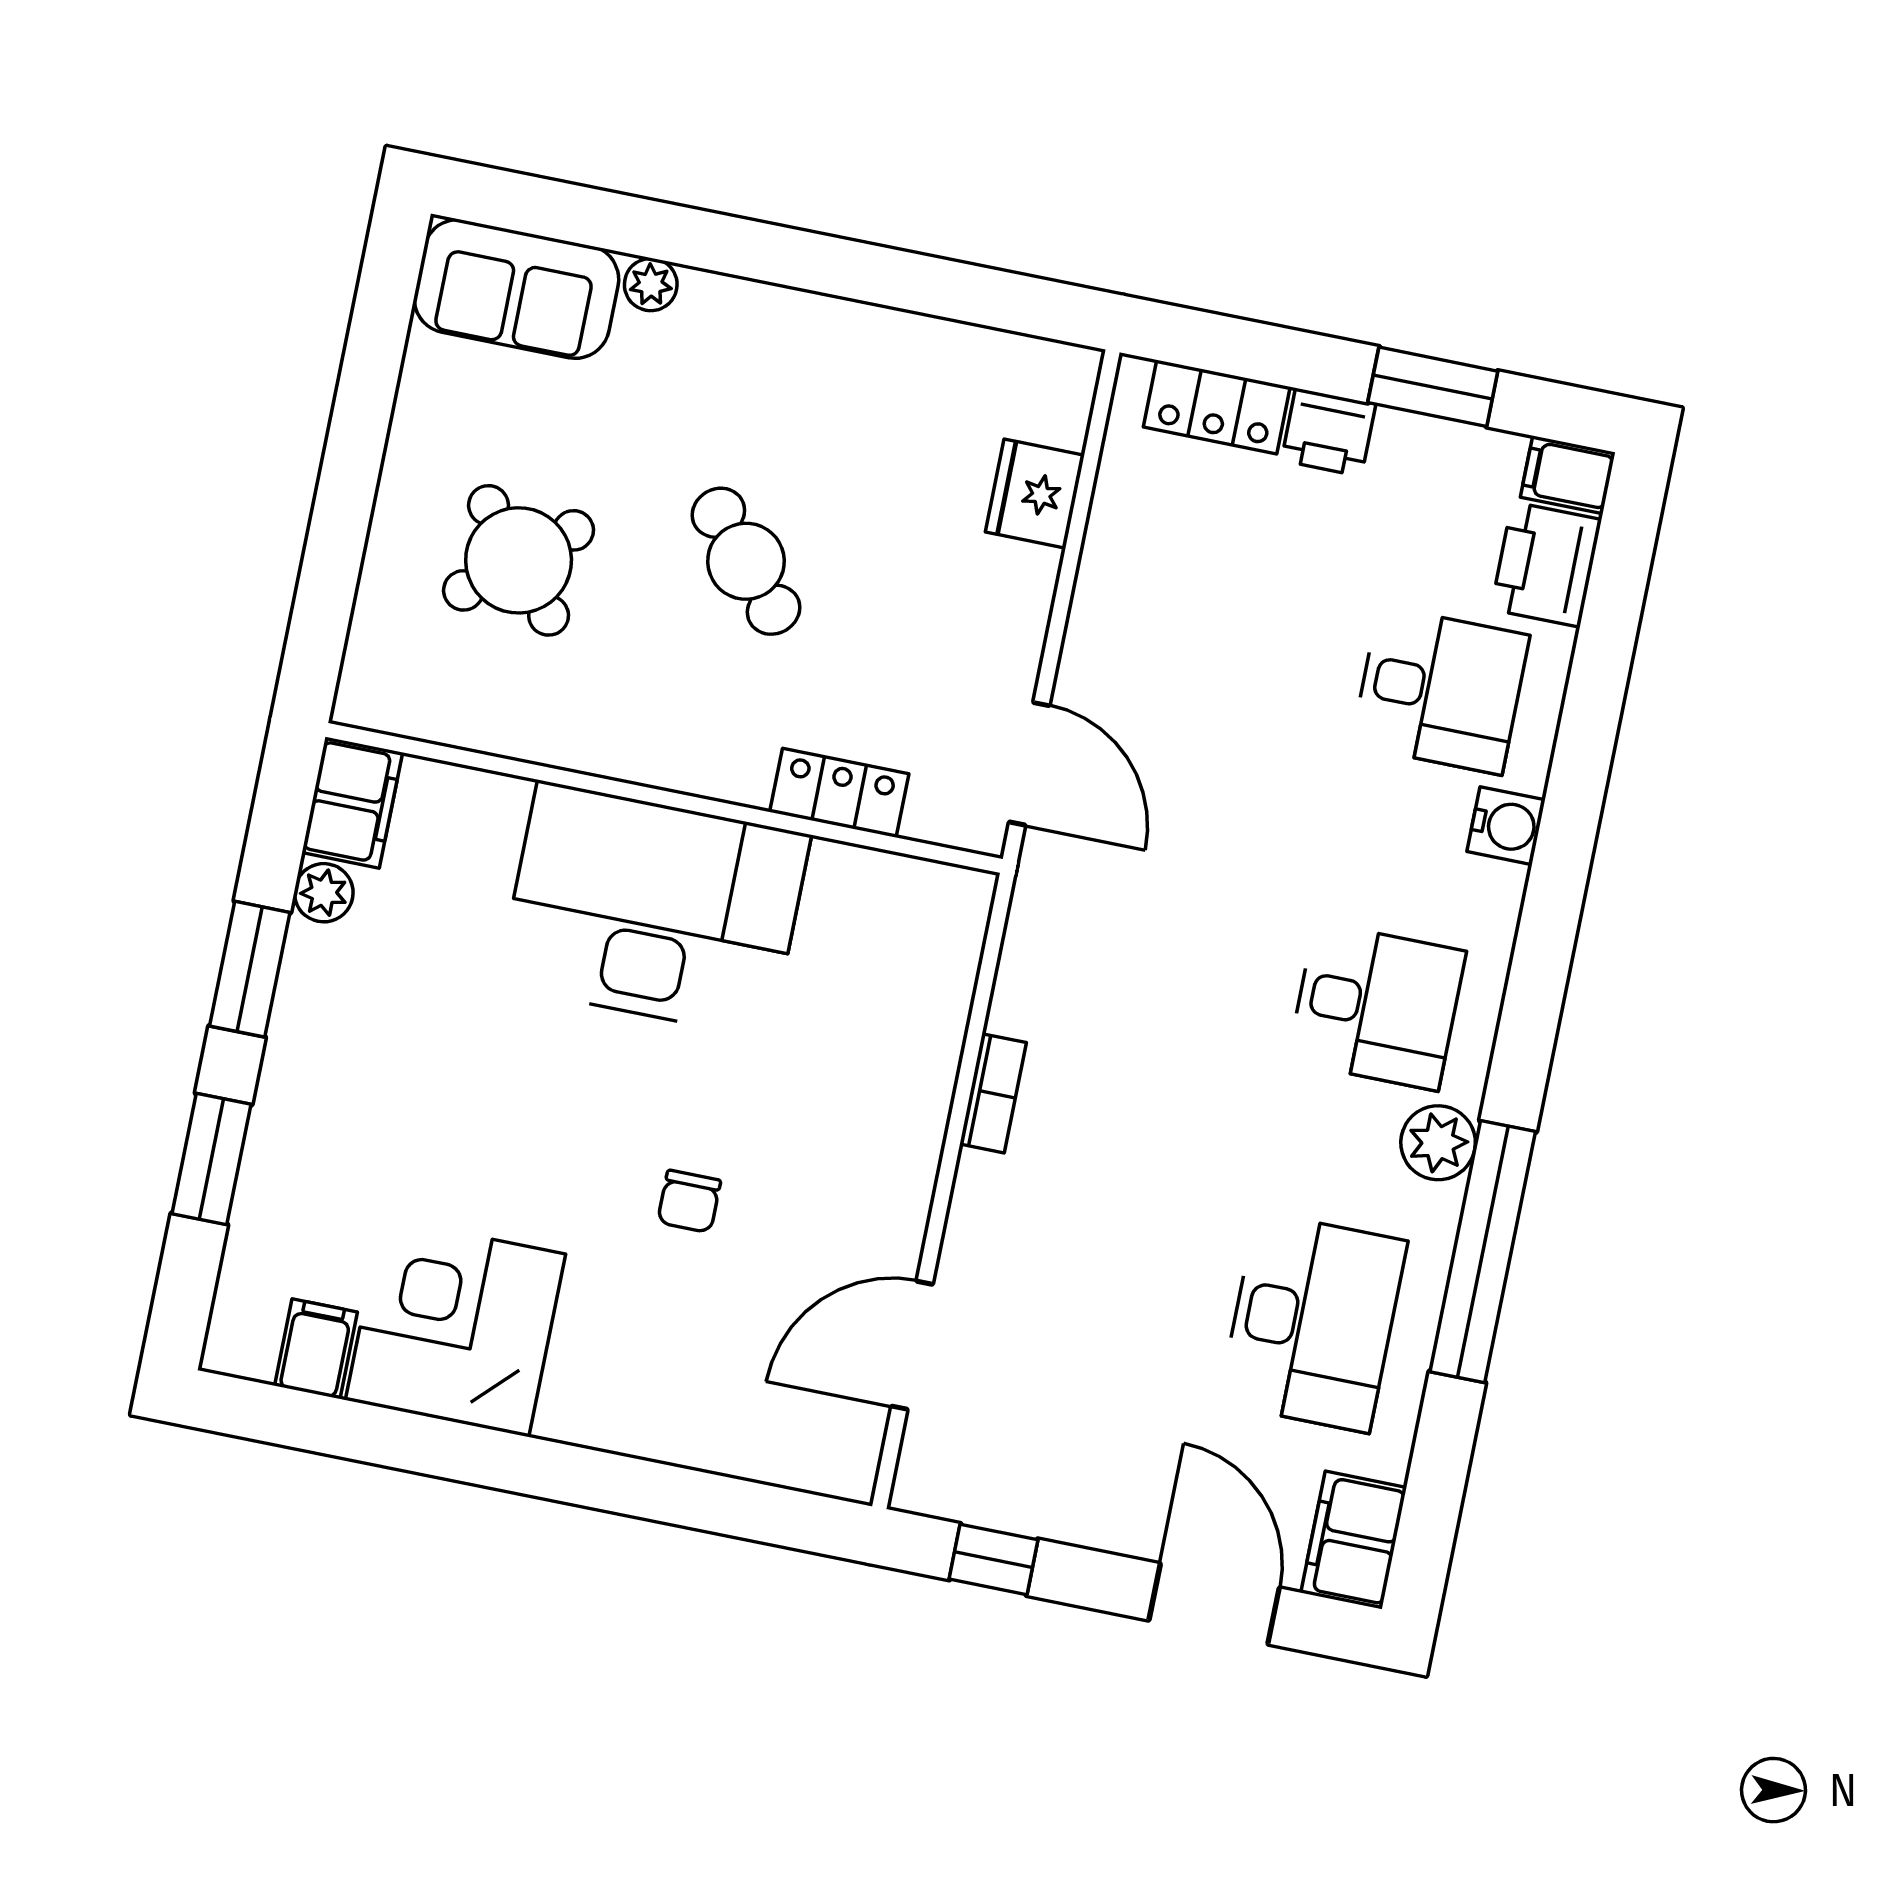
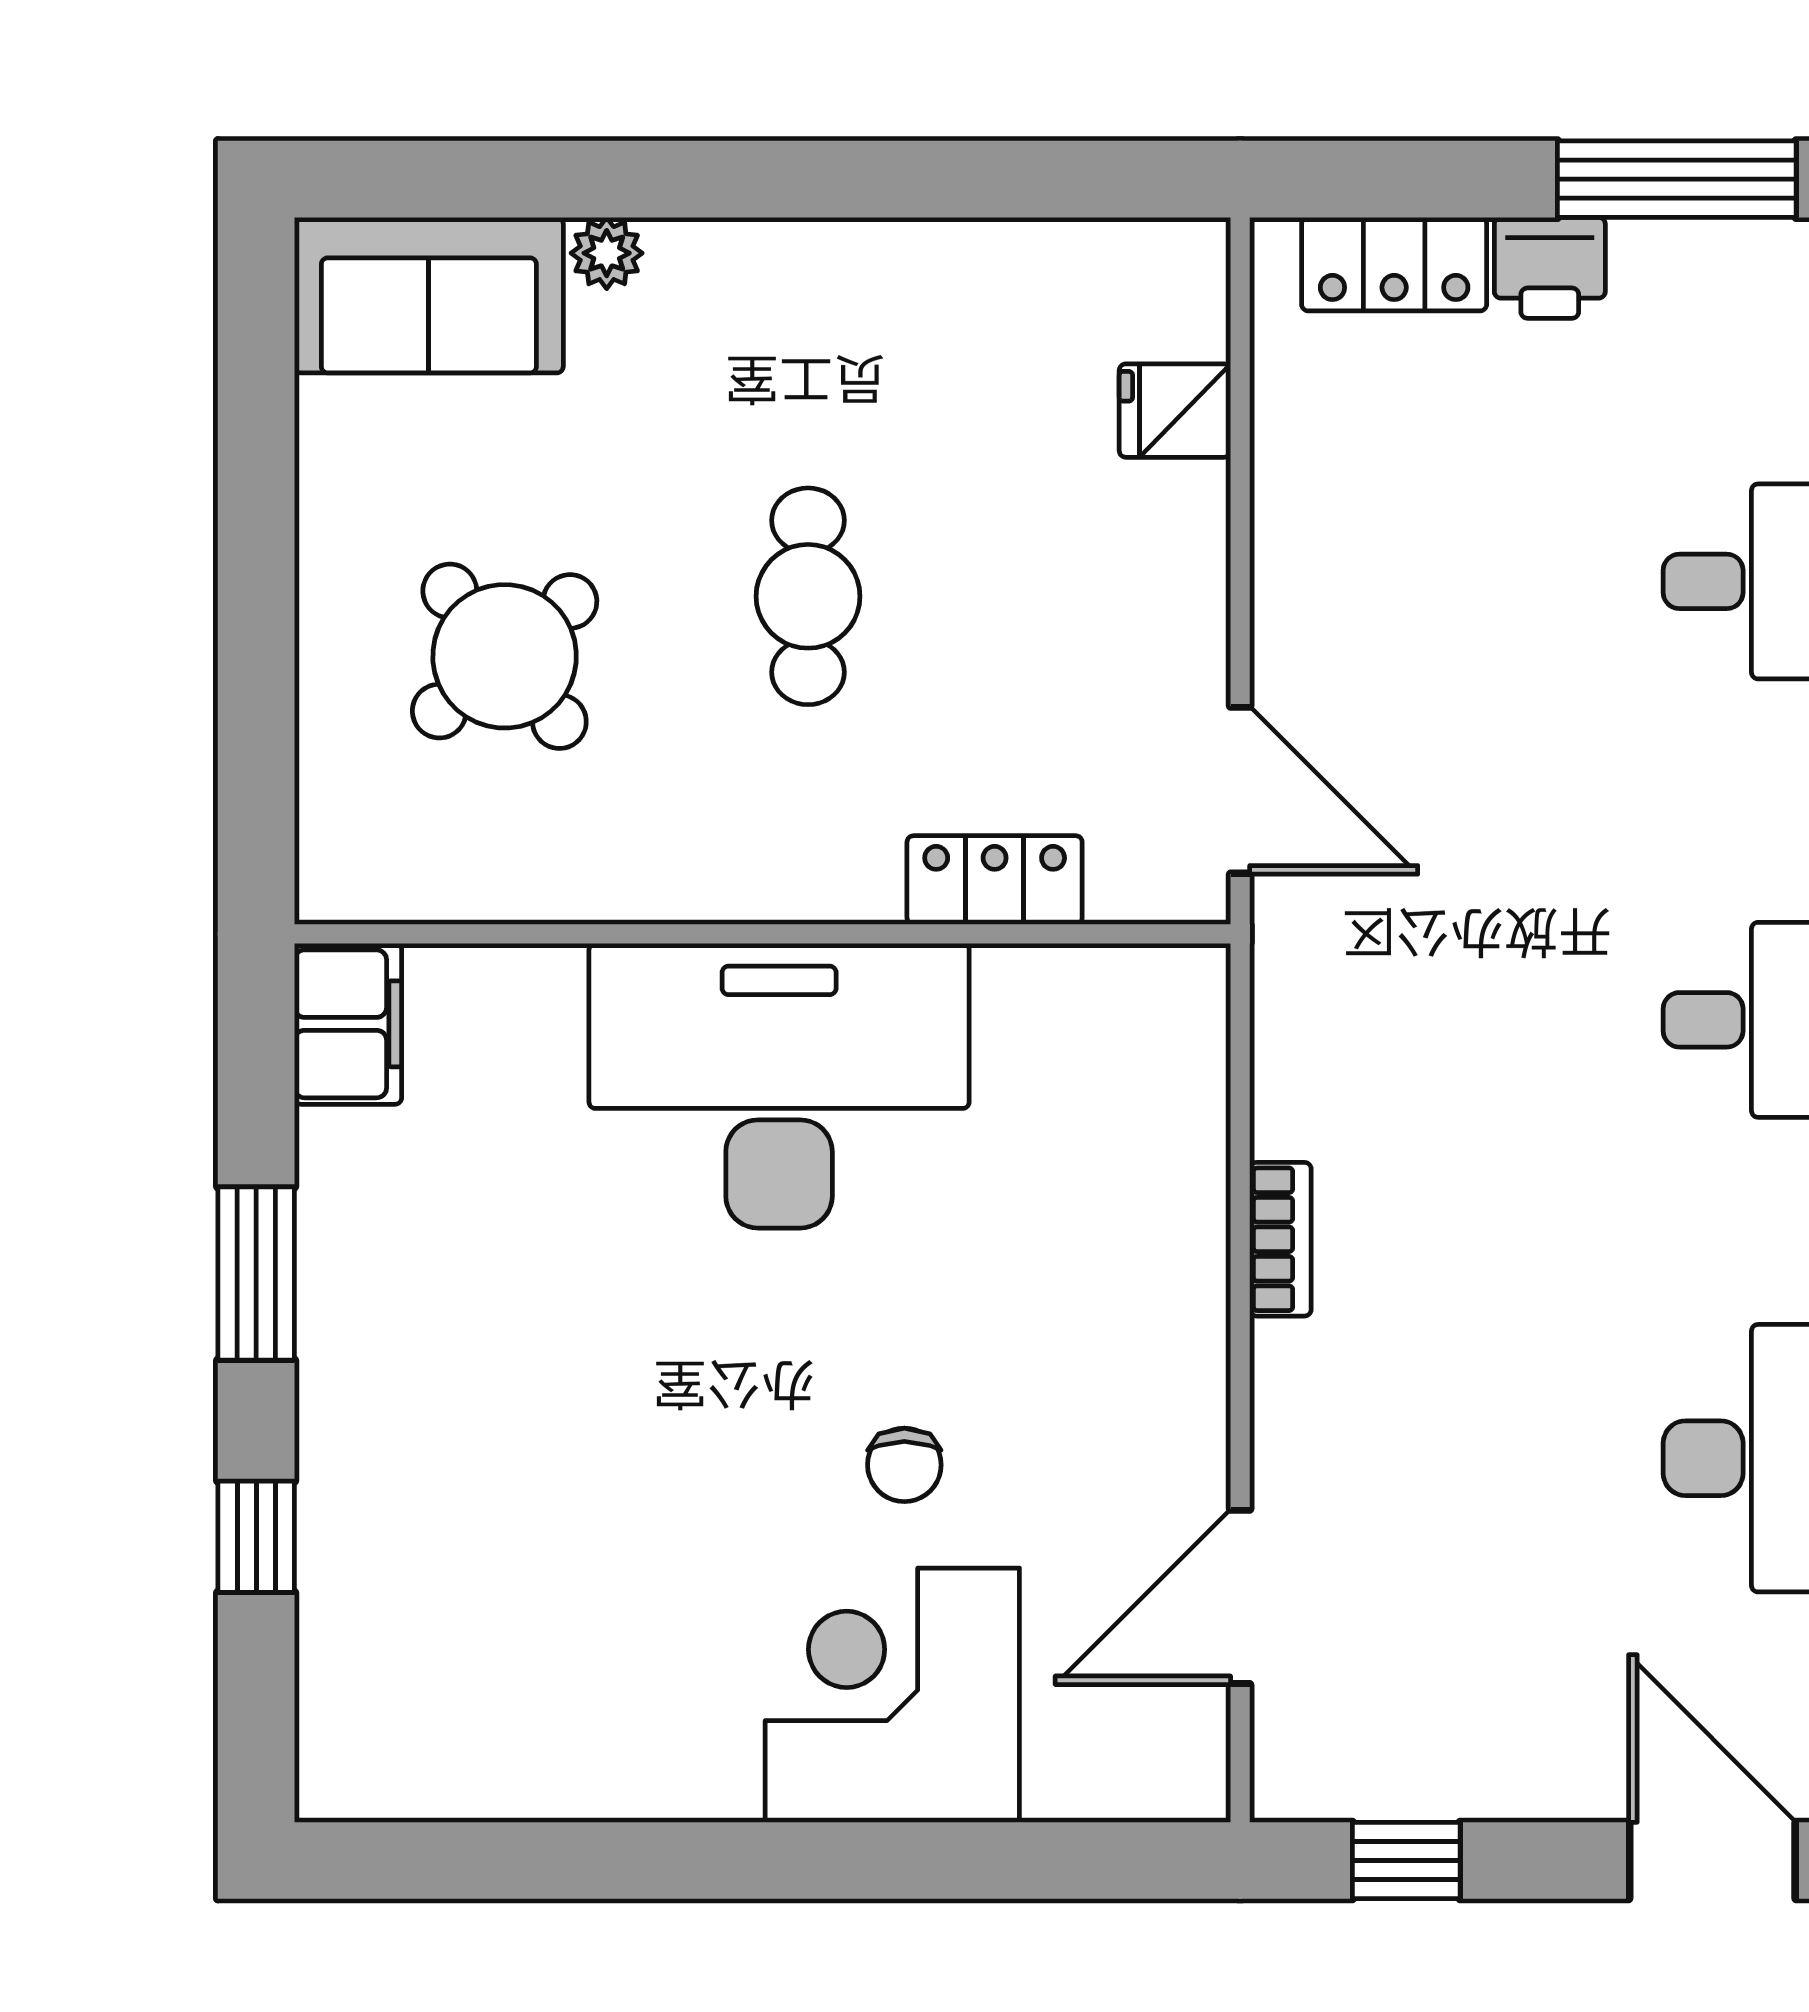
window: (1433, 387) -> (1677, 179), width x1.44
fridge: (1035, 494) -> (1175, 411), width x0.72
cafe table: (746, 561) -> (808, 596), turned 41
plant: (324, 893) -> (334, 1152), removed
window: (212, 1159) -> (256, 1537), width x0.67
corner desk: (455, 1327) -> (892, 1695), moved
filing cabinet: (316, 1349) -> (446, 1762), removed

